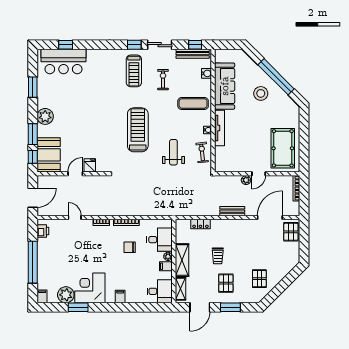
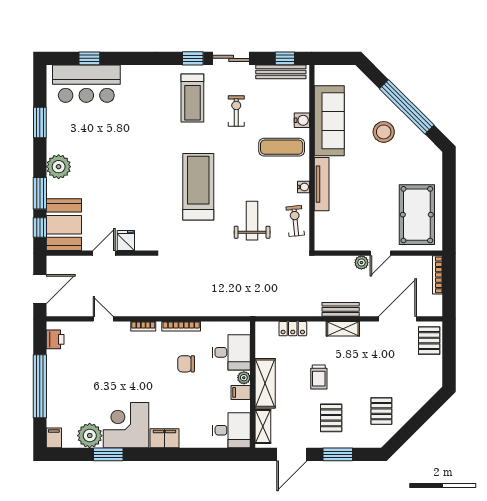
water cooler: (207, 73) -> (302, 120), moved
shelving: (234, 224) -> (343, 329), added
filing cabinet: (120, 297) -> (164, 438), width x2.00

